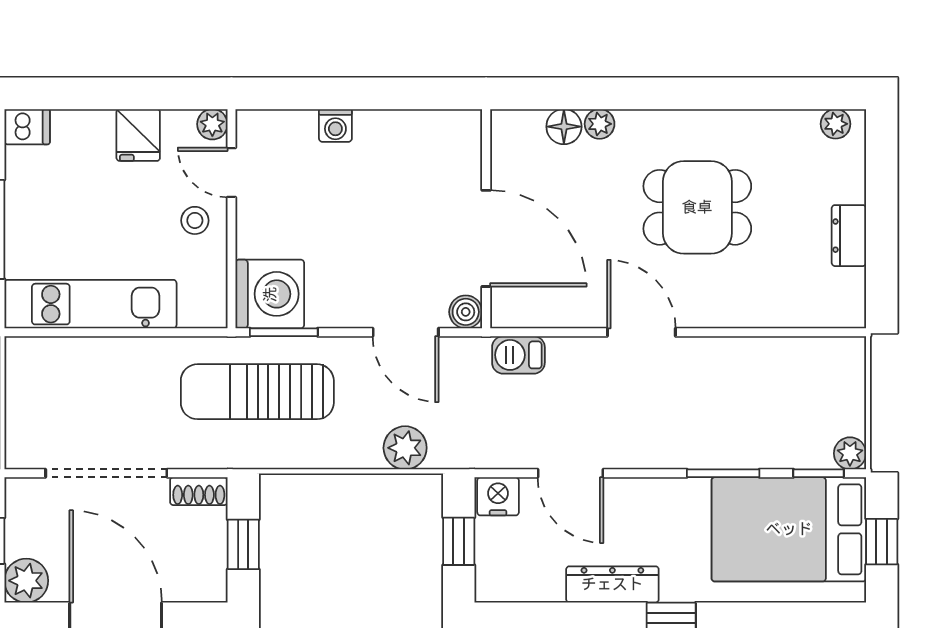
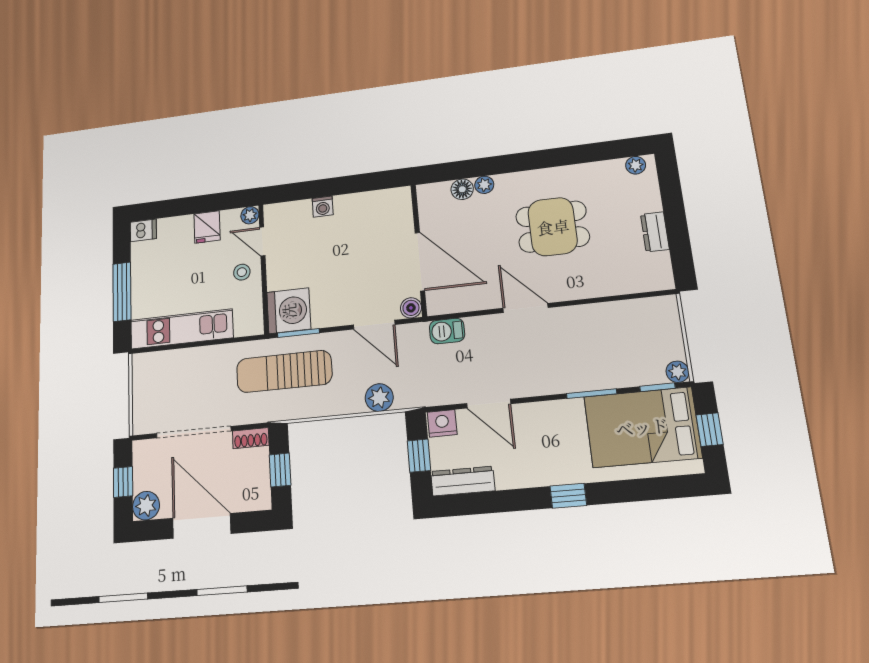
dresser: (612, 584) -> (463, 481), moved

